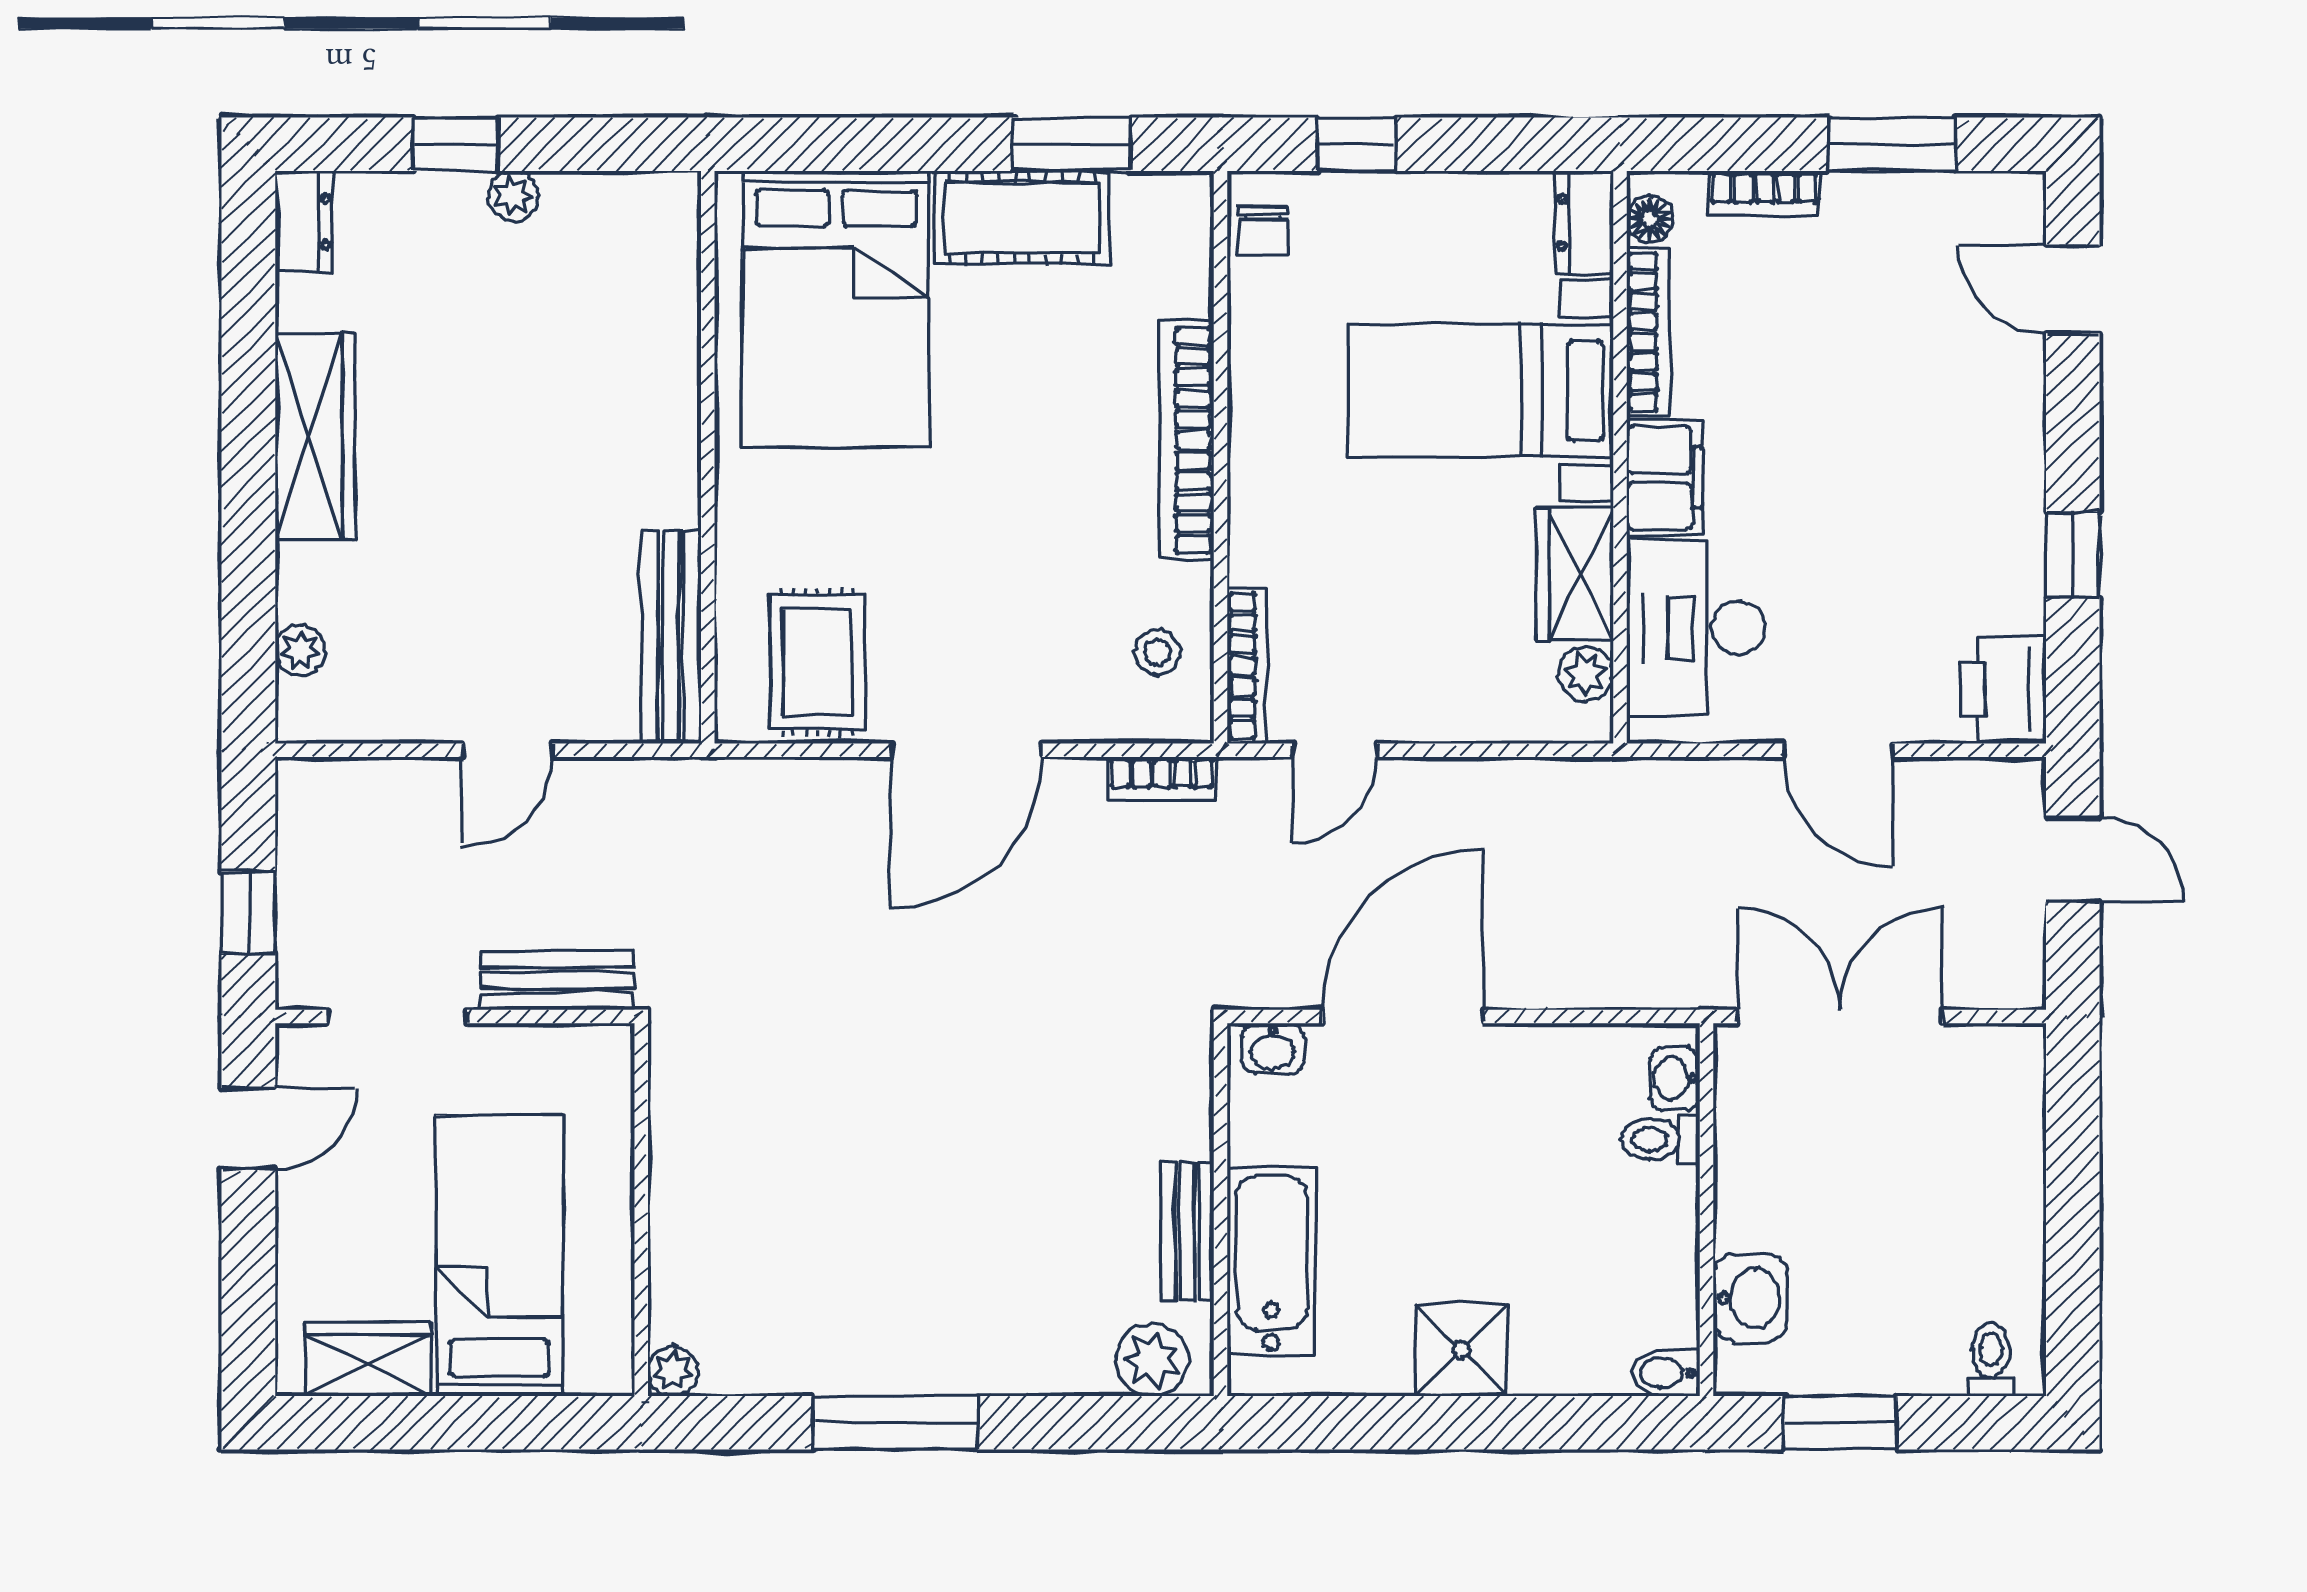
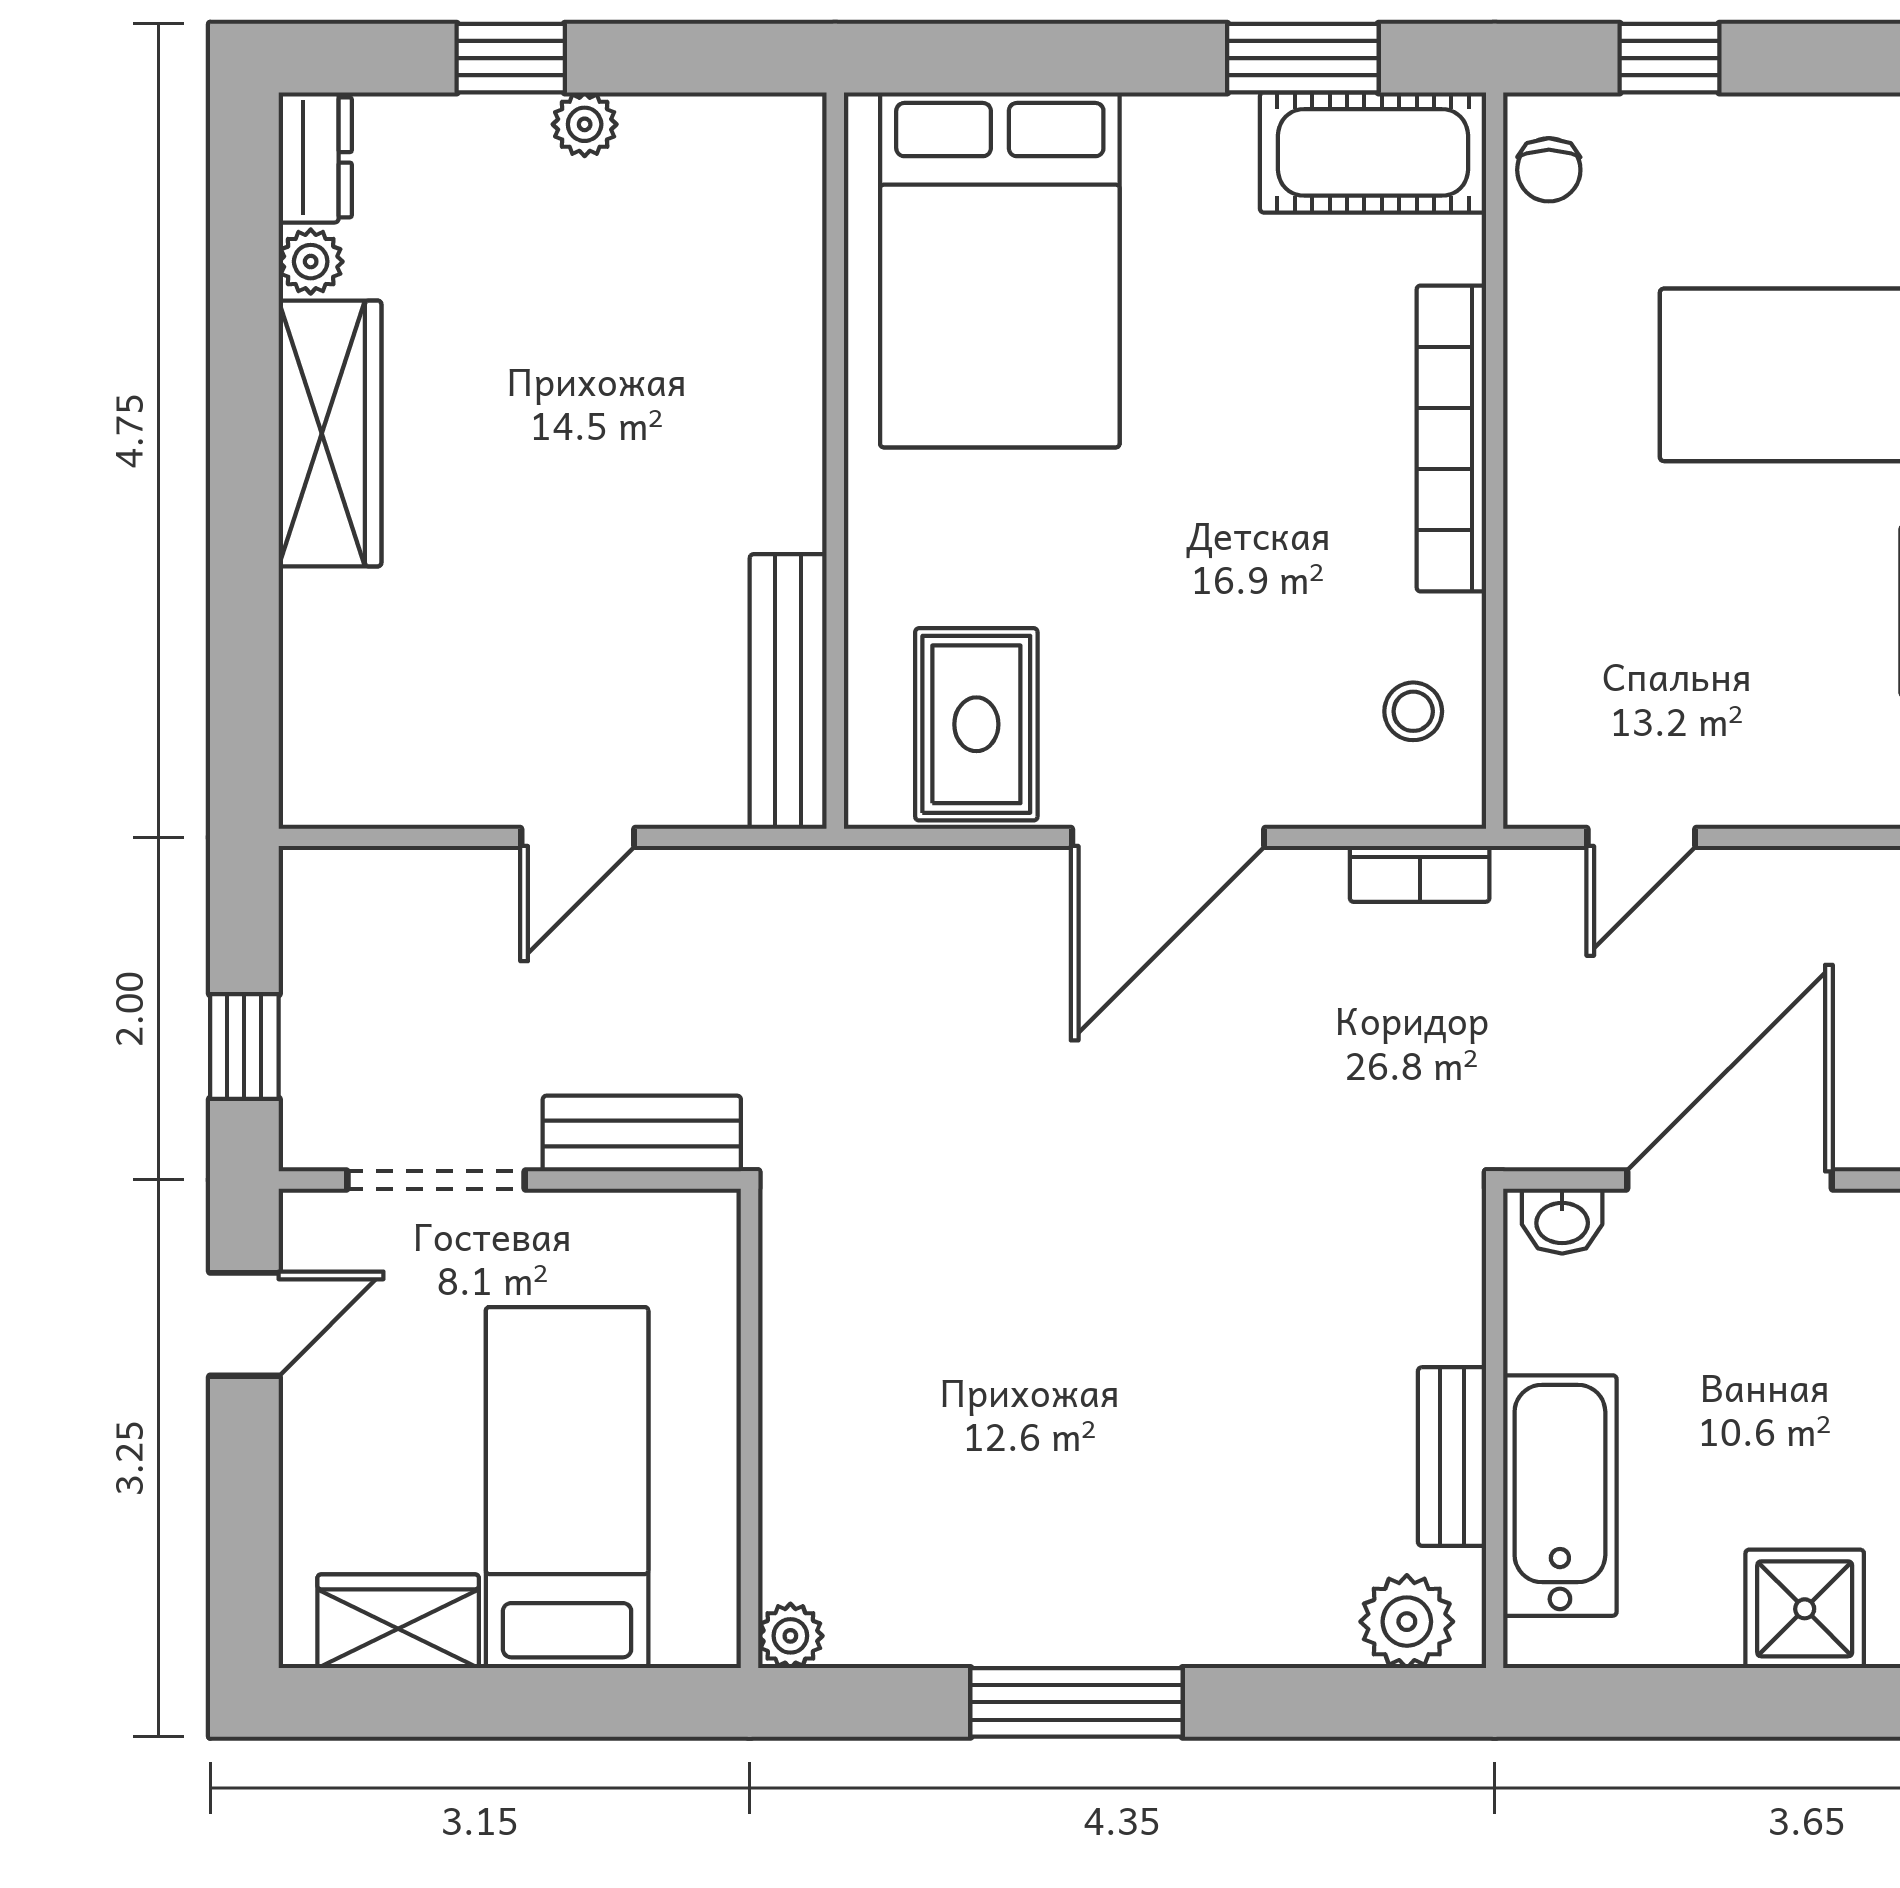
cot: (1022, 218) -> (1373, 152), moved
plant: (300, 651) -> (311, 262), moved
bookcase: (1247, 666) -> (1529, 729), removed

